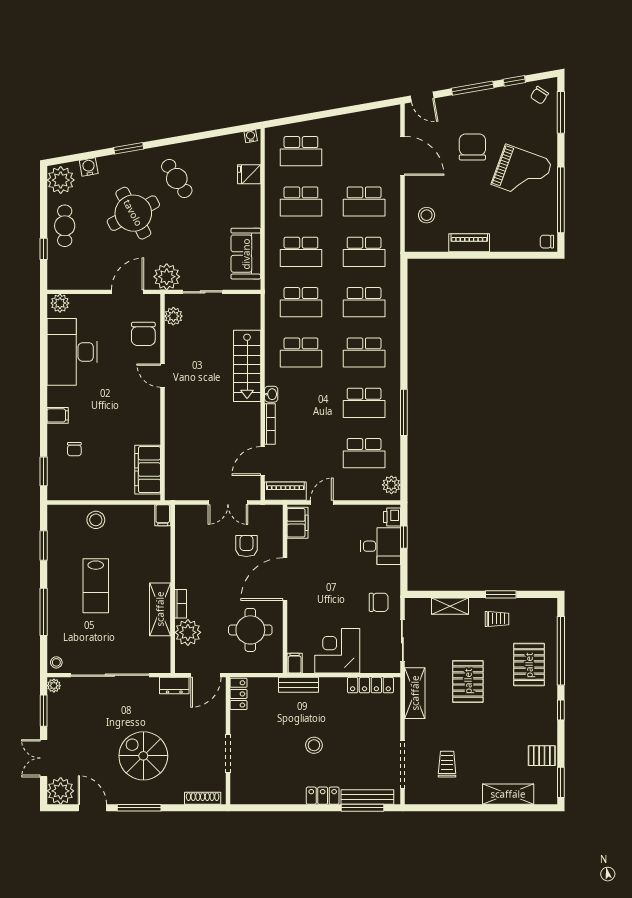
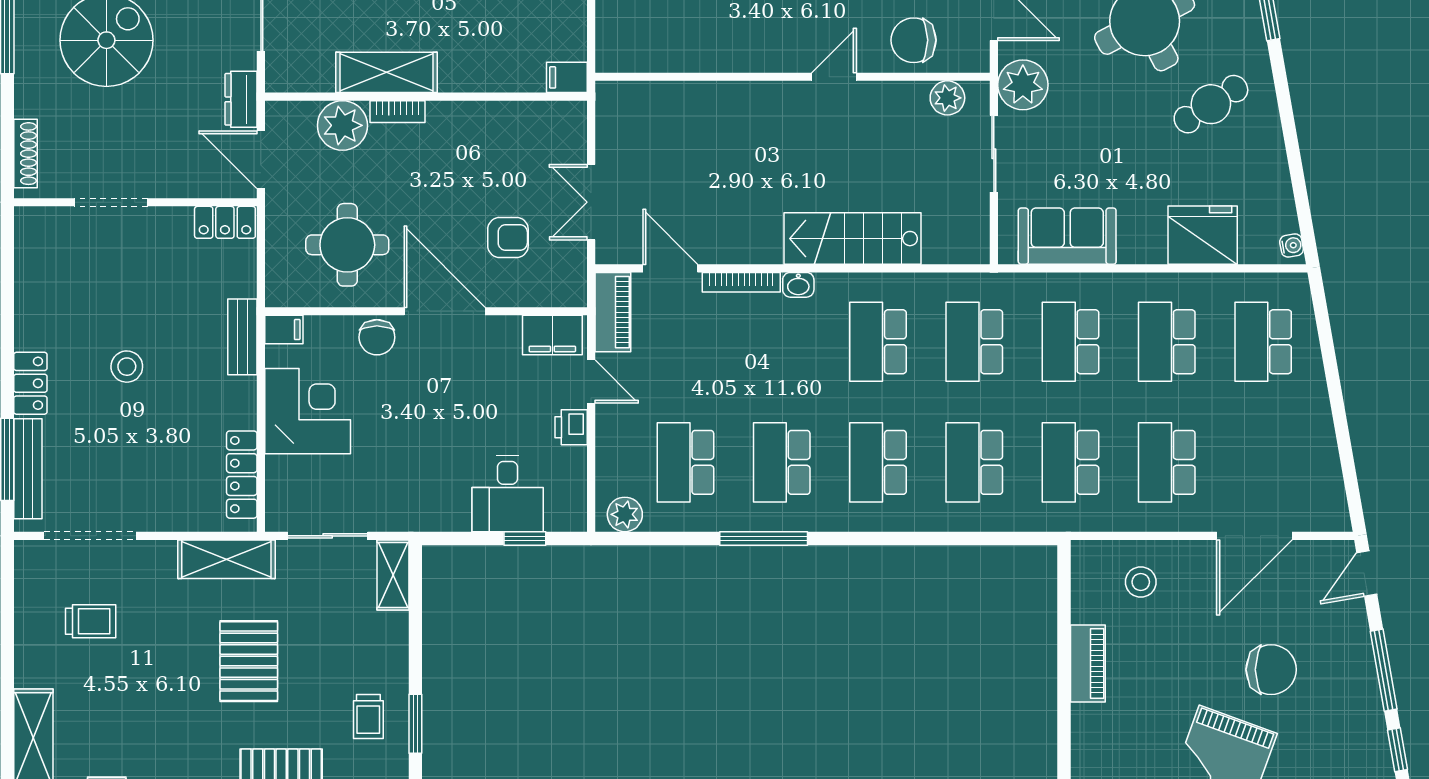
fridge: (249, 174) -> (1203, 235), width x1.88, depth x1.34
filing cabinet: (148, 470) -> (654, 49), removed
printer: (392, 517) -> (571, 427), moved, turned -90
chair: (379, 602) -> (377, 337), moved
shelving: (450, 606) -> (393, 575), moved
pallet: (468, 681) -> (249, 661), turned 90

